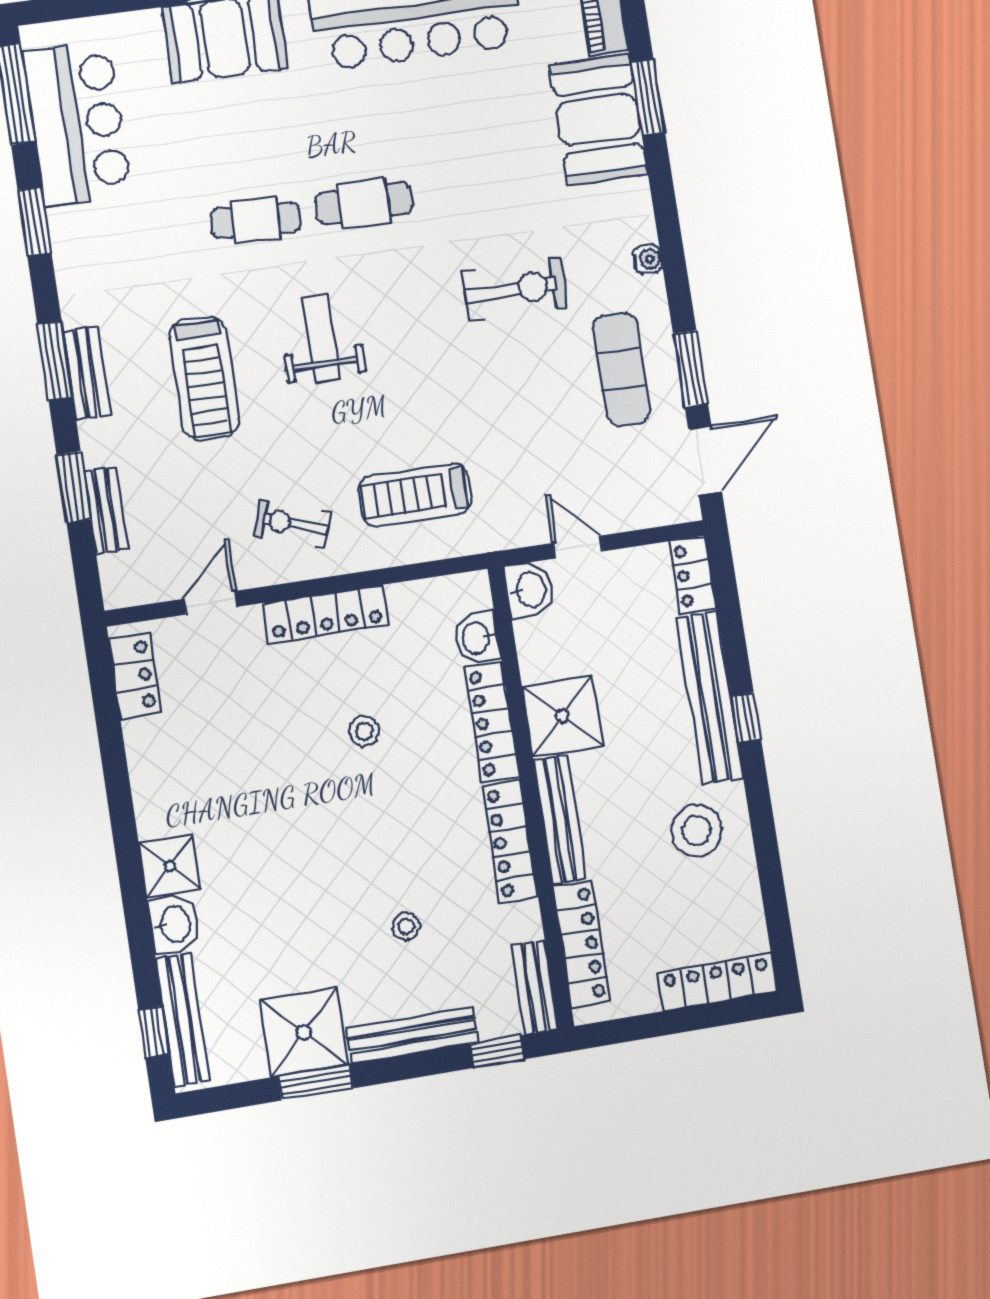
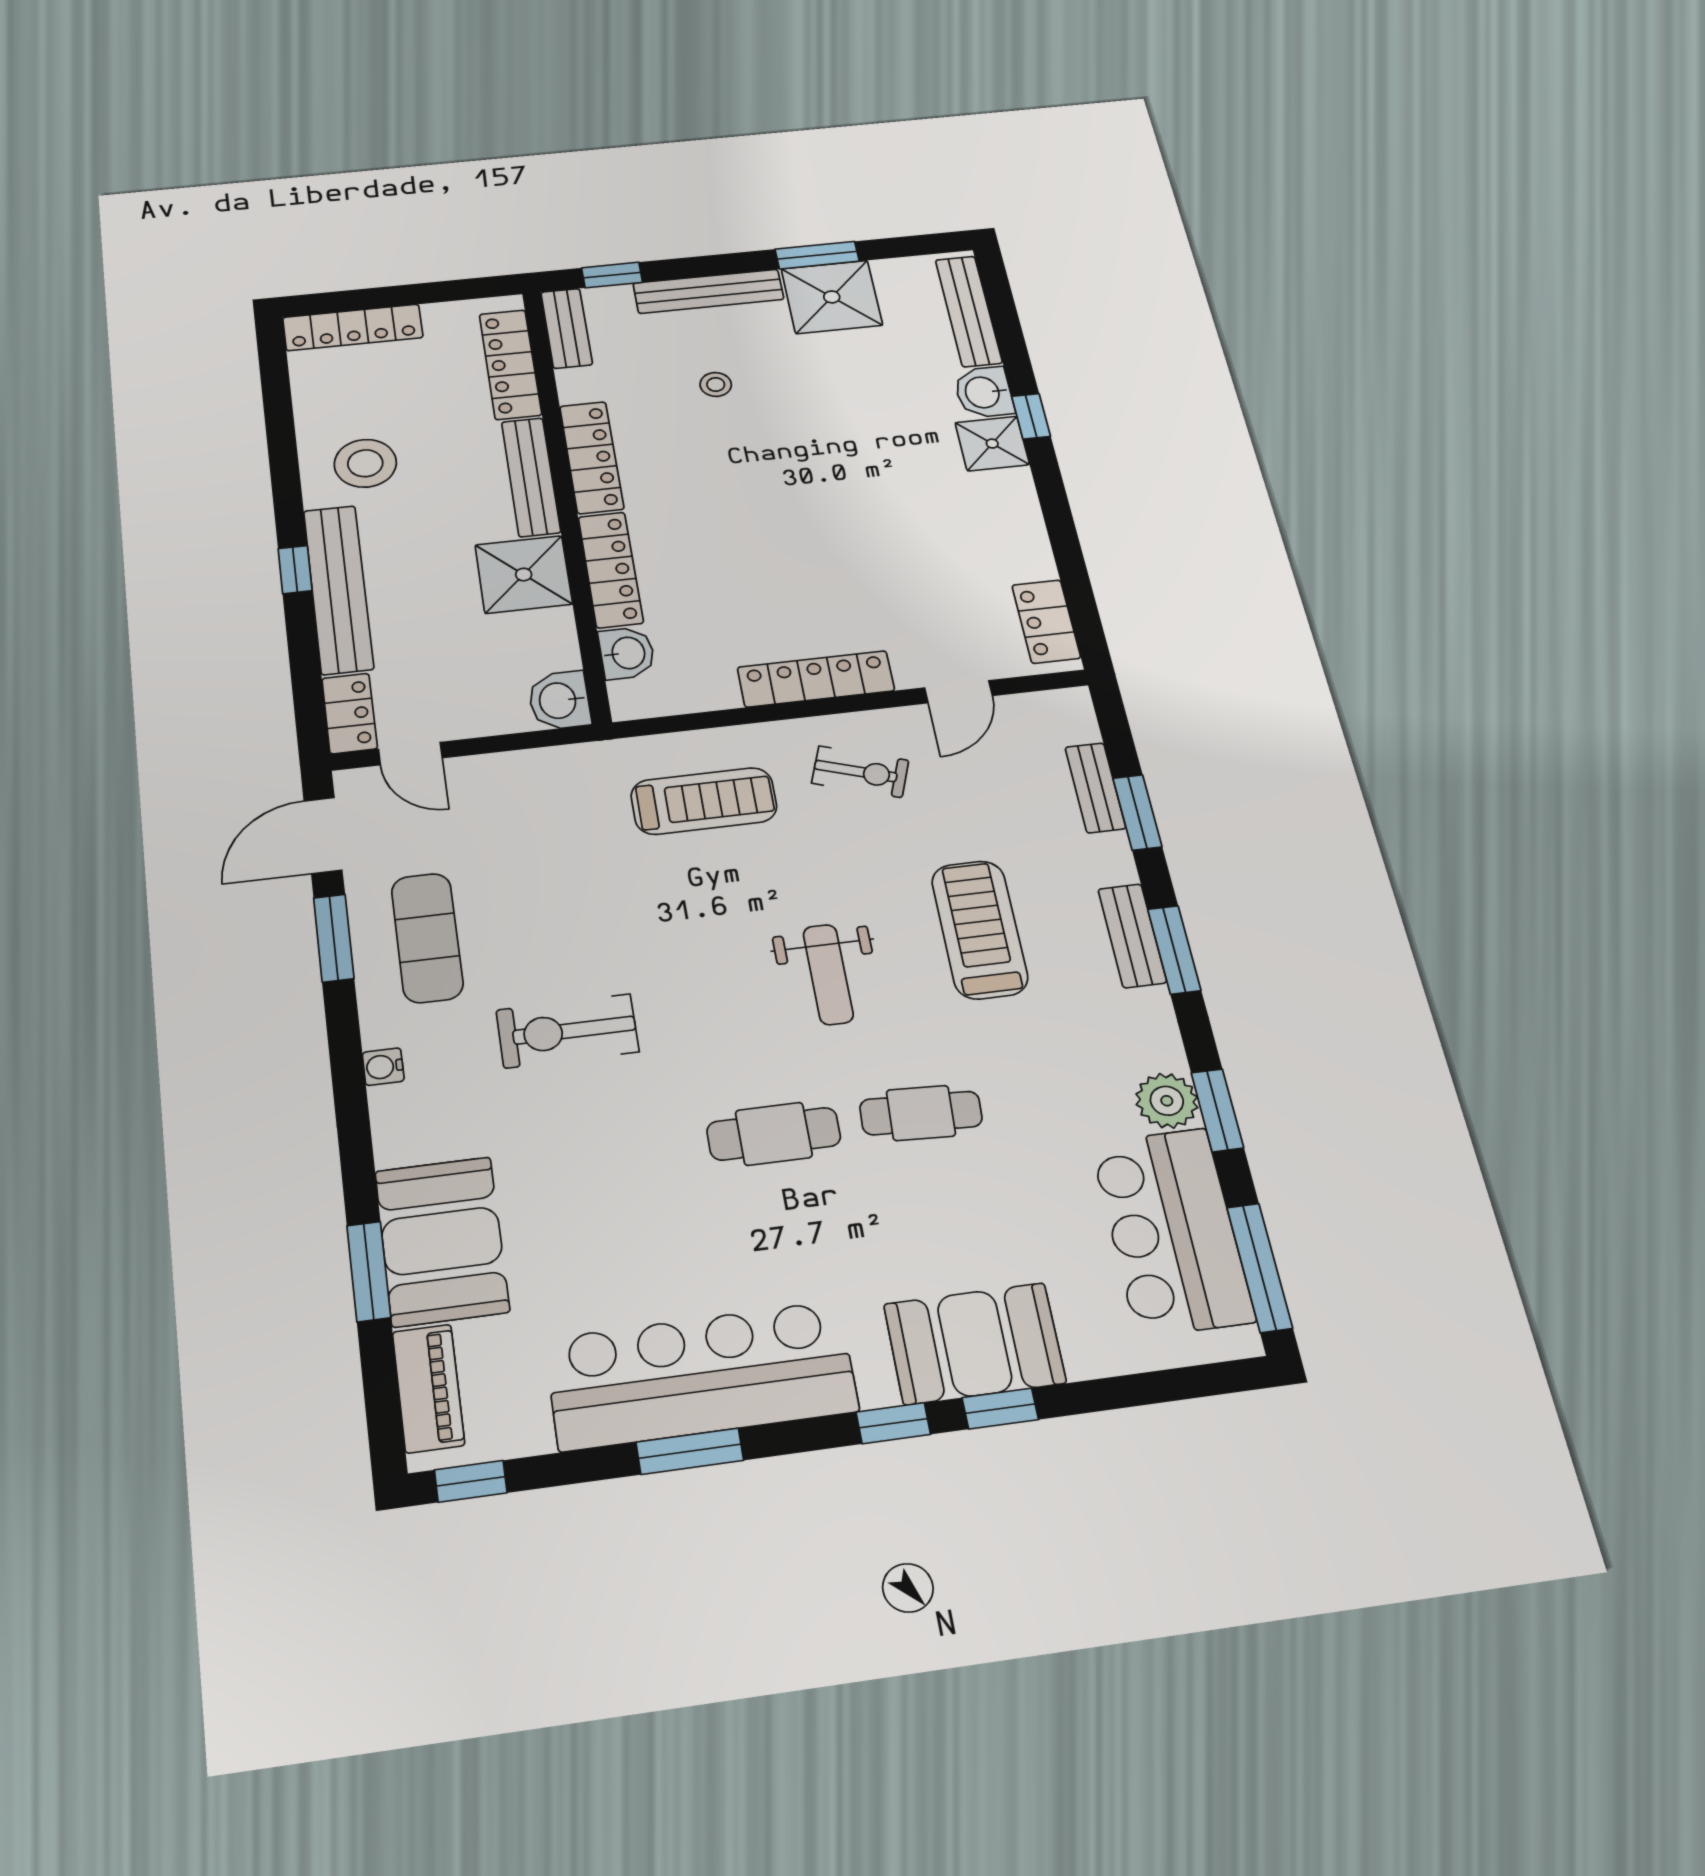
plant: (72, 230) -> (1167, 1101), added
door: (578, 547) -> (410, 753), moved
stool: (364, 731) -> (766, 564), removed
window: (154, 1032) -> (1031, 416), moved

